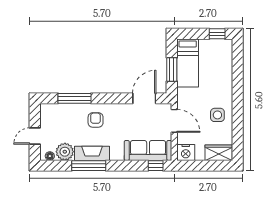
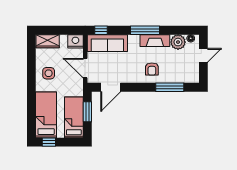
bed: (220, 66) -> (46, 115), added
window: (89, 166) -> (145, 30), moved

